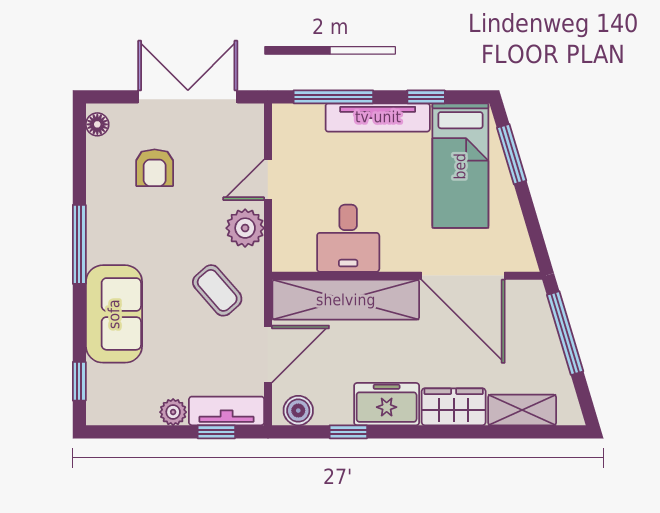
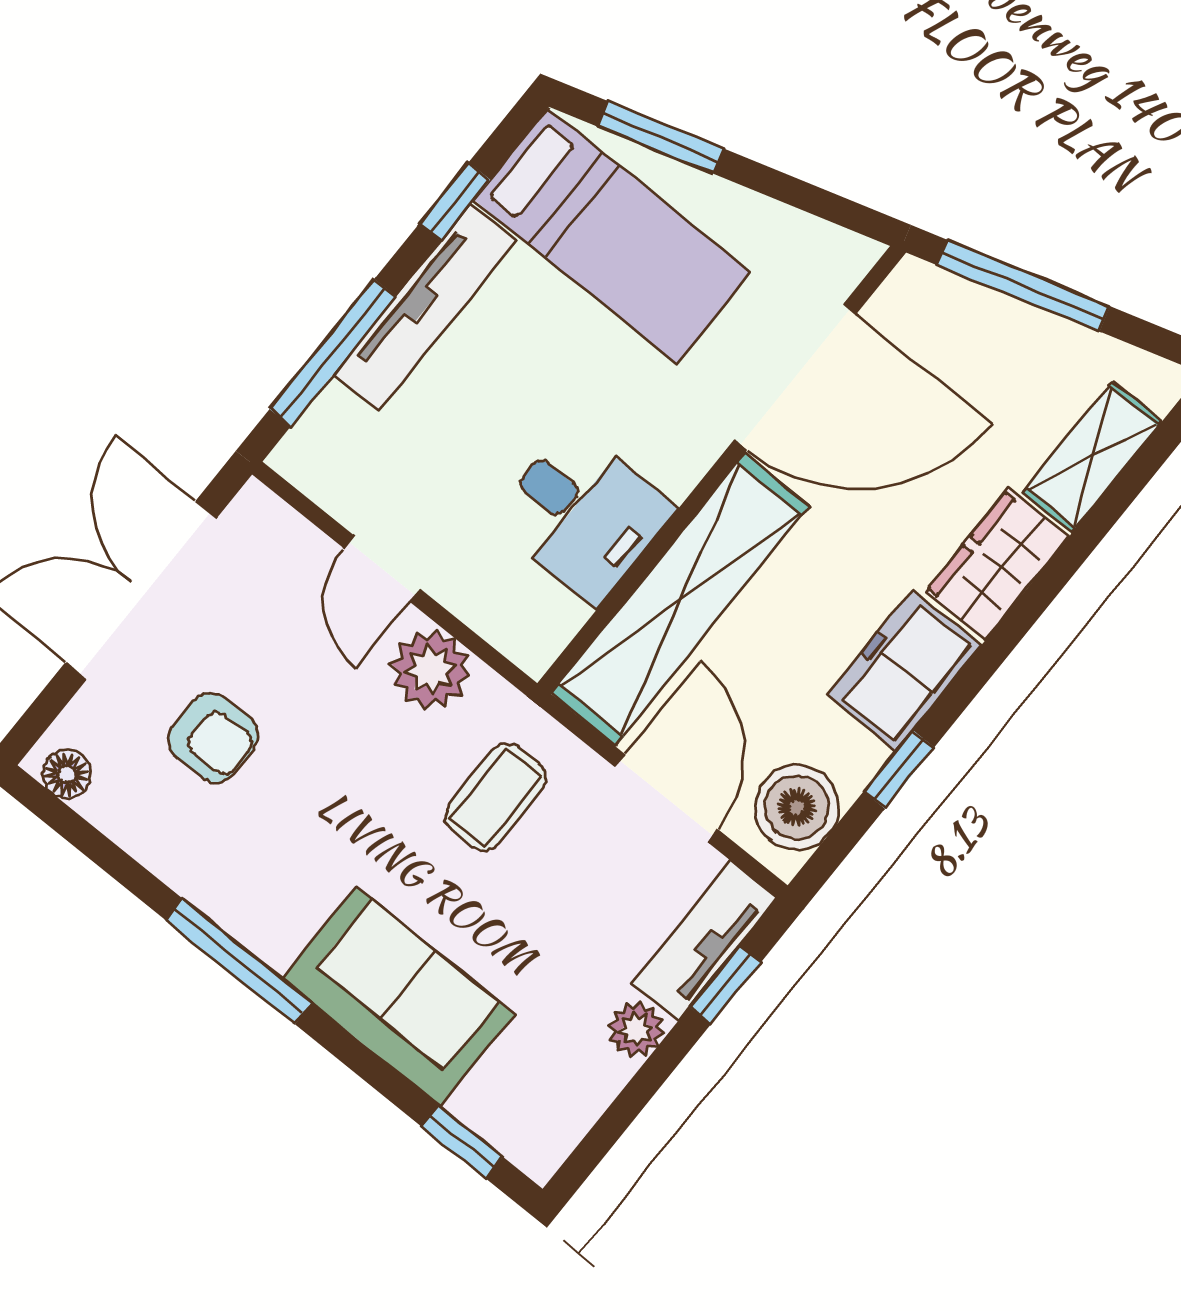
coffee table: (217, 290) -> (496, 797), turned -49
boiler: (298, 411) -> (797, 807), width x1.36, depth x1.36

